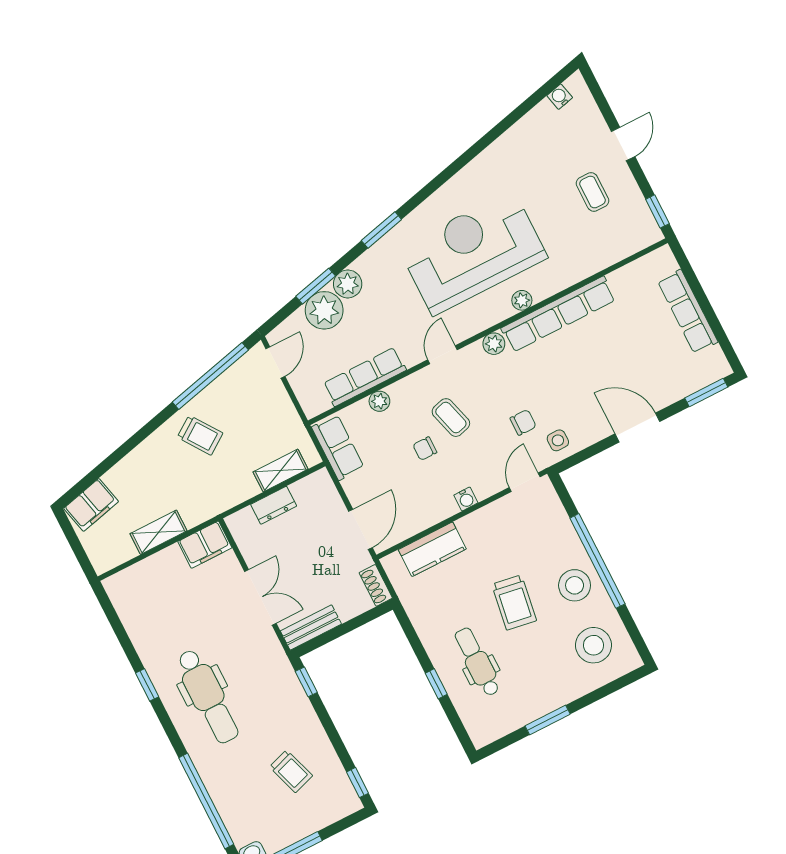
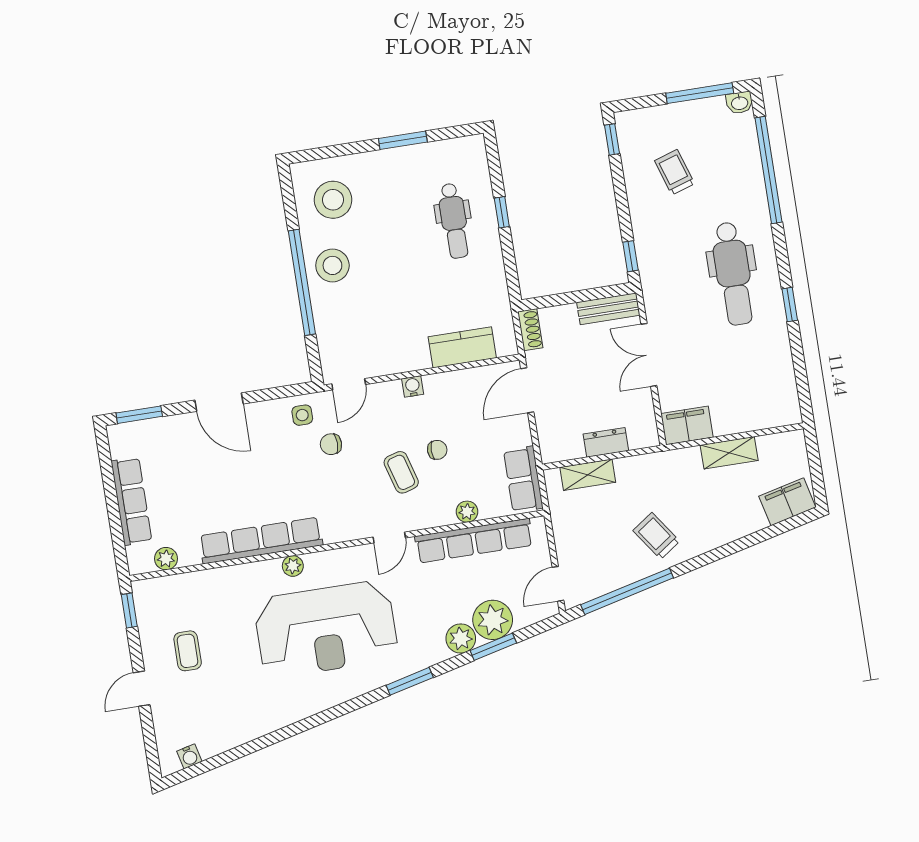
plant: (494, 344) -> (166, 559), moved
row of seats: (365, 377) -> (474, 541), width x1.36
trolley: (514, 602) -> (398, 268), removed
dental chair: (208, 696) -> (733, 274), turned 180

